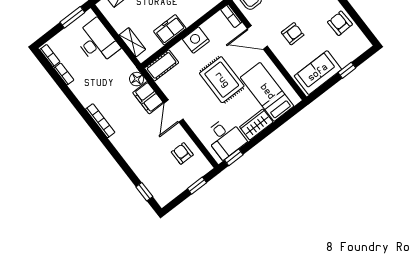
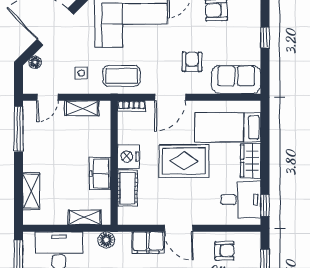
cot: (162, 65) -> (127, 188), moved
sofa: (318, 73) -> (236, 80), moved, turned 90
floor lamp: (137, 79) -> (106, 240), moved
armchair: (182, 153) -> (224, 251), turned 180

